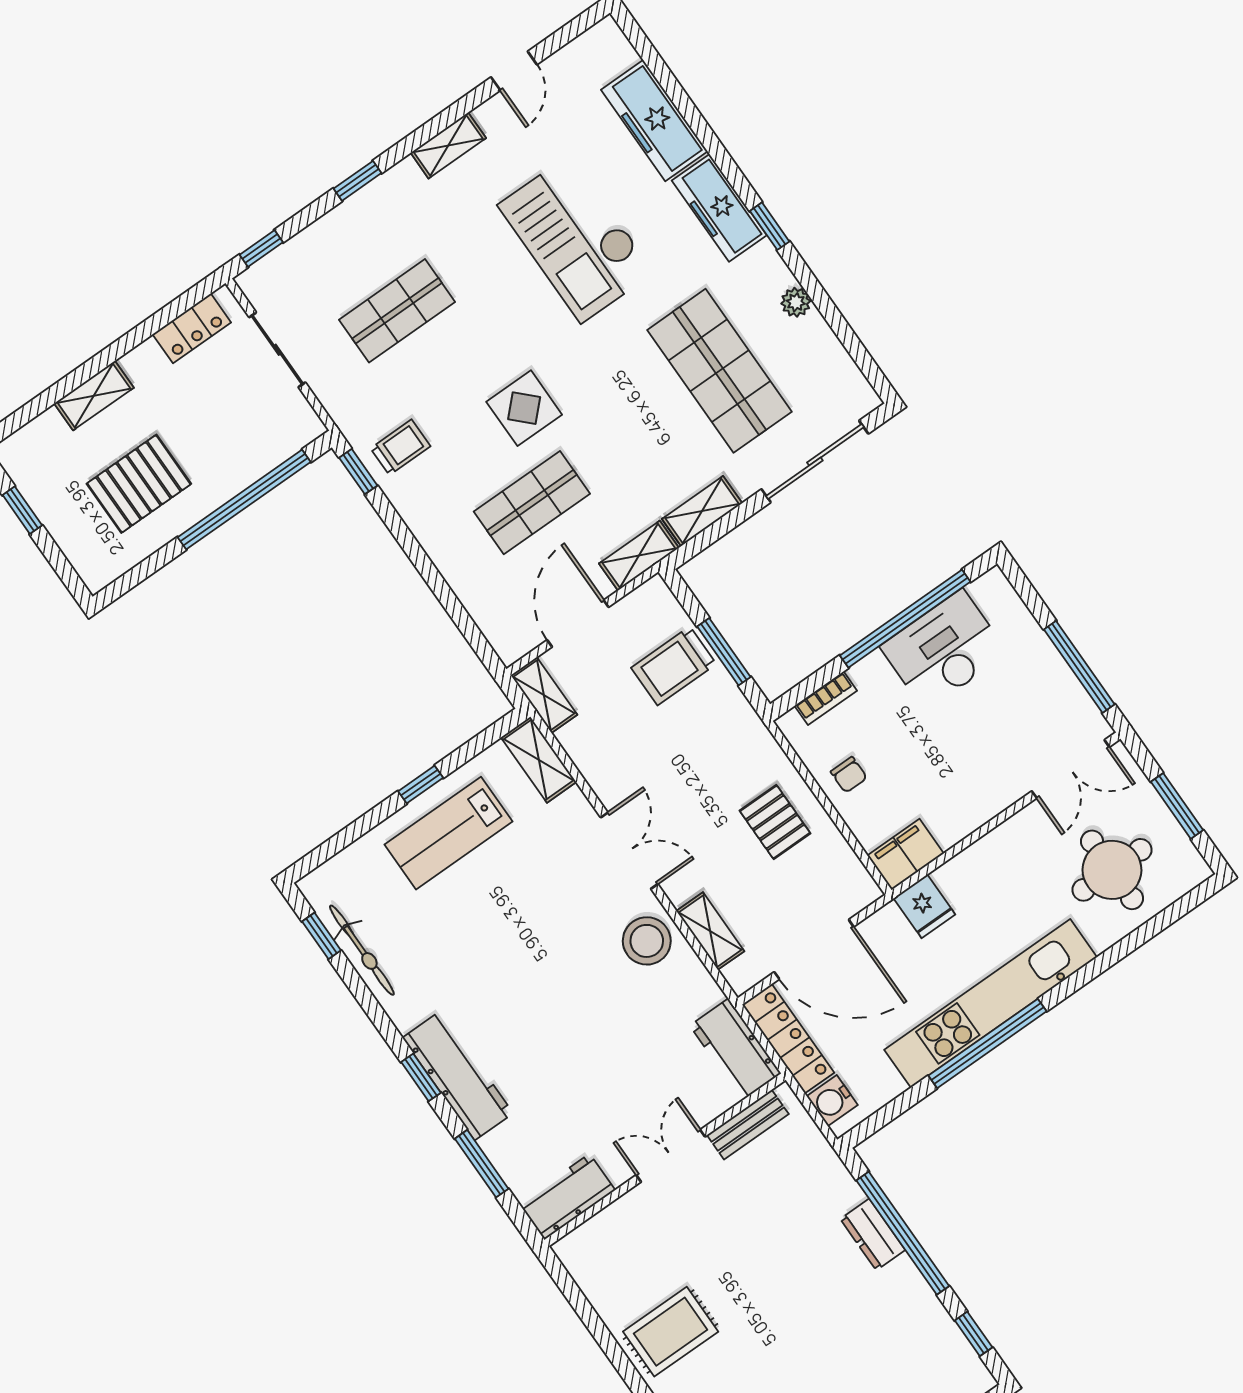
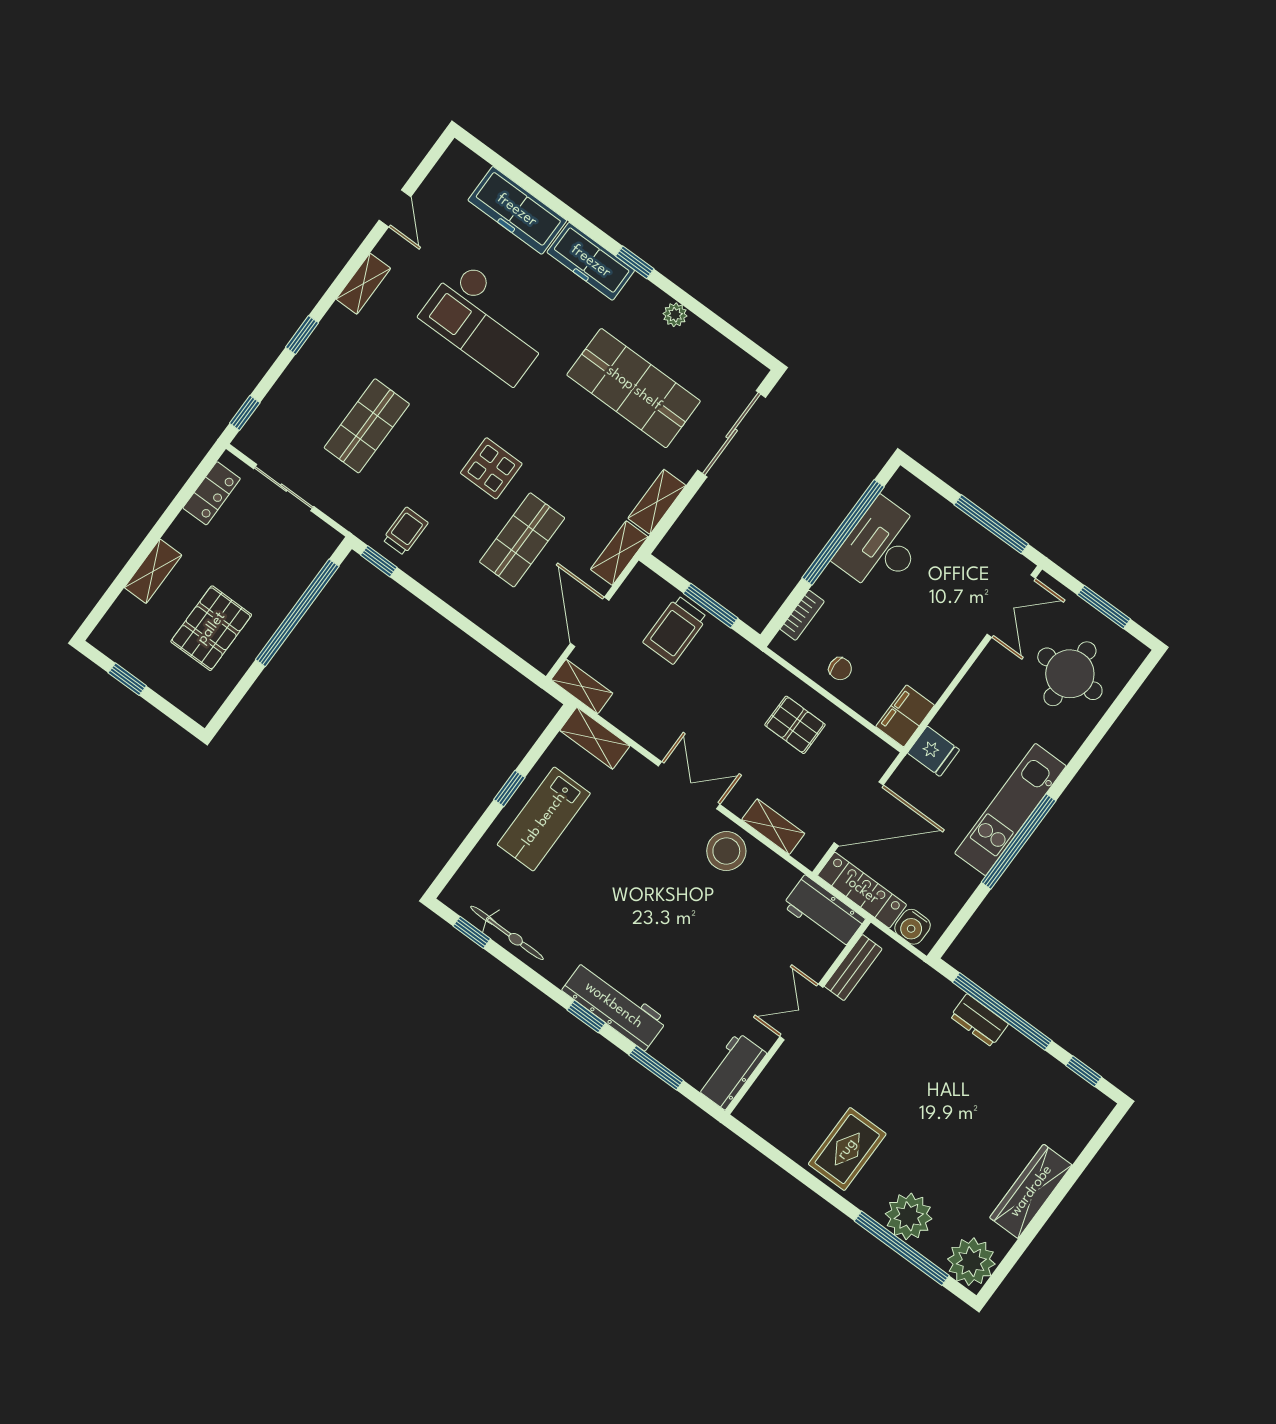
kitchen unit: (991, 1003) -> (1010, 810), width x0.73

